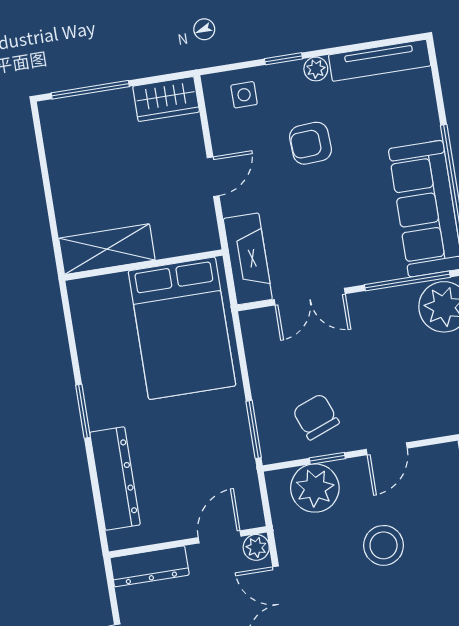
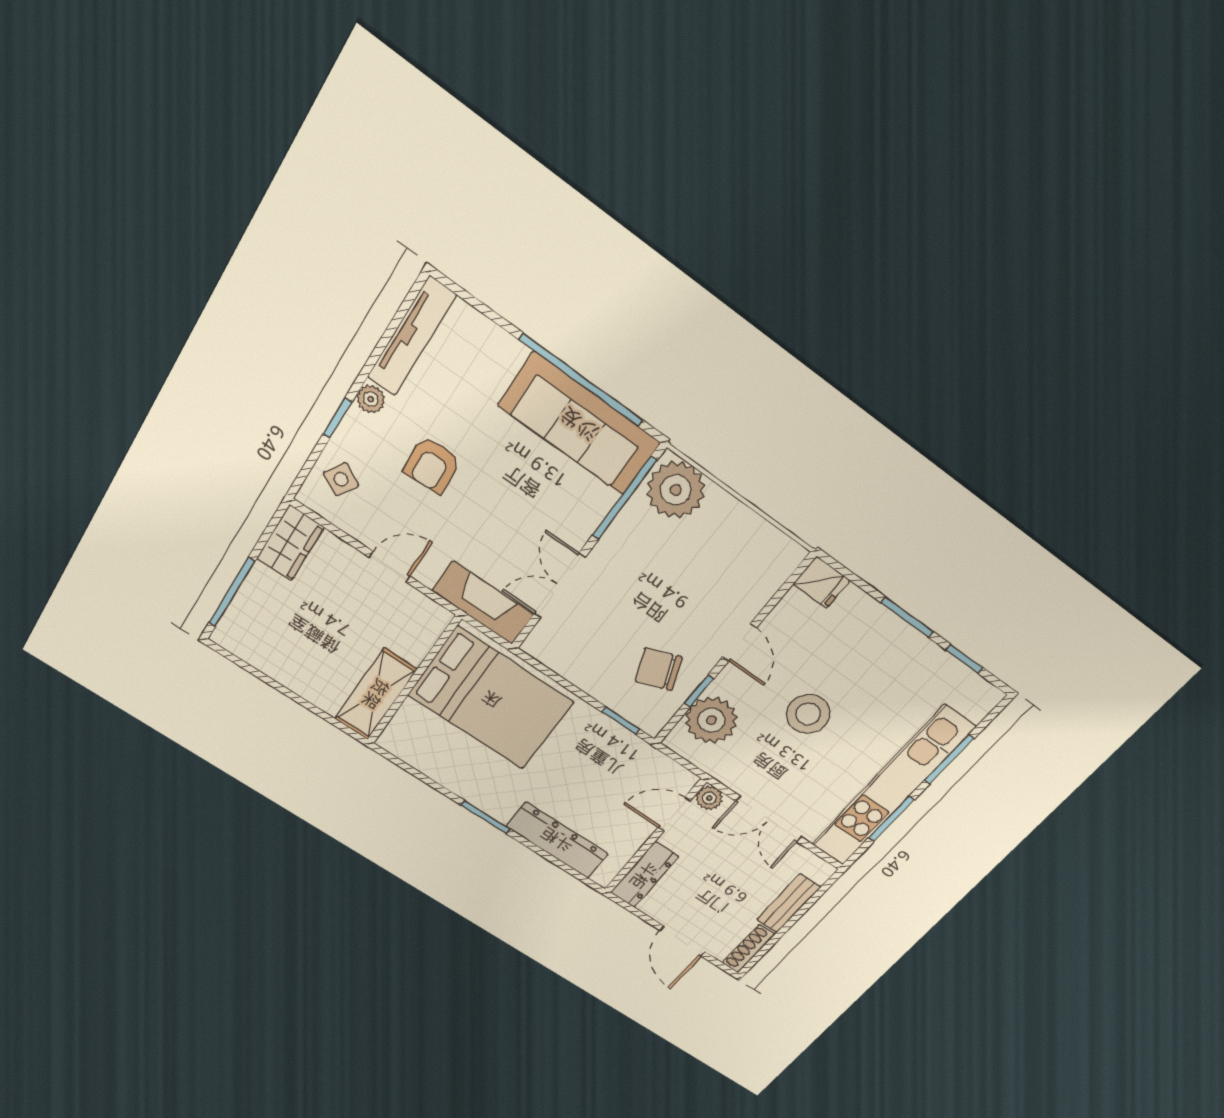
side table: (244, 95) -> (341, 479), turned 30
door: (213, 177) -> (390, 567), hinge flipped
double door: (310, 297) -> (560, 586), swing flipped
window: (254, 429) -> (621, 721), width x0.67
door: (220, 537) -> (674, 814), hinge flipped

